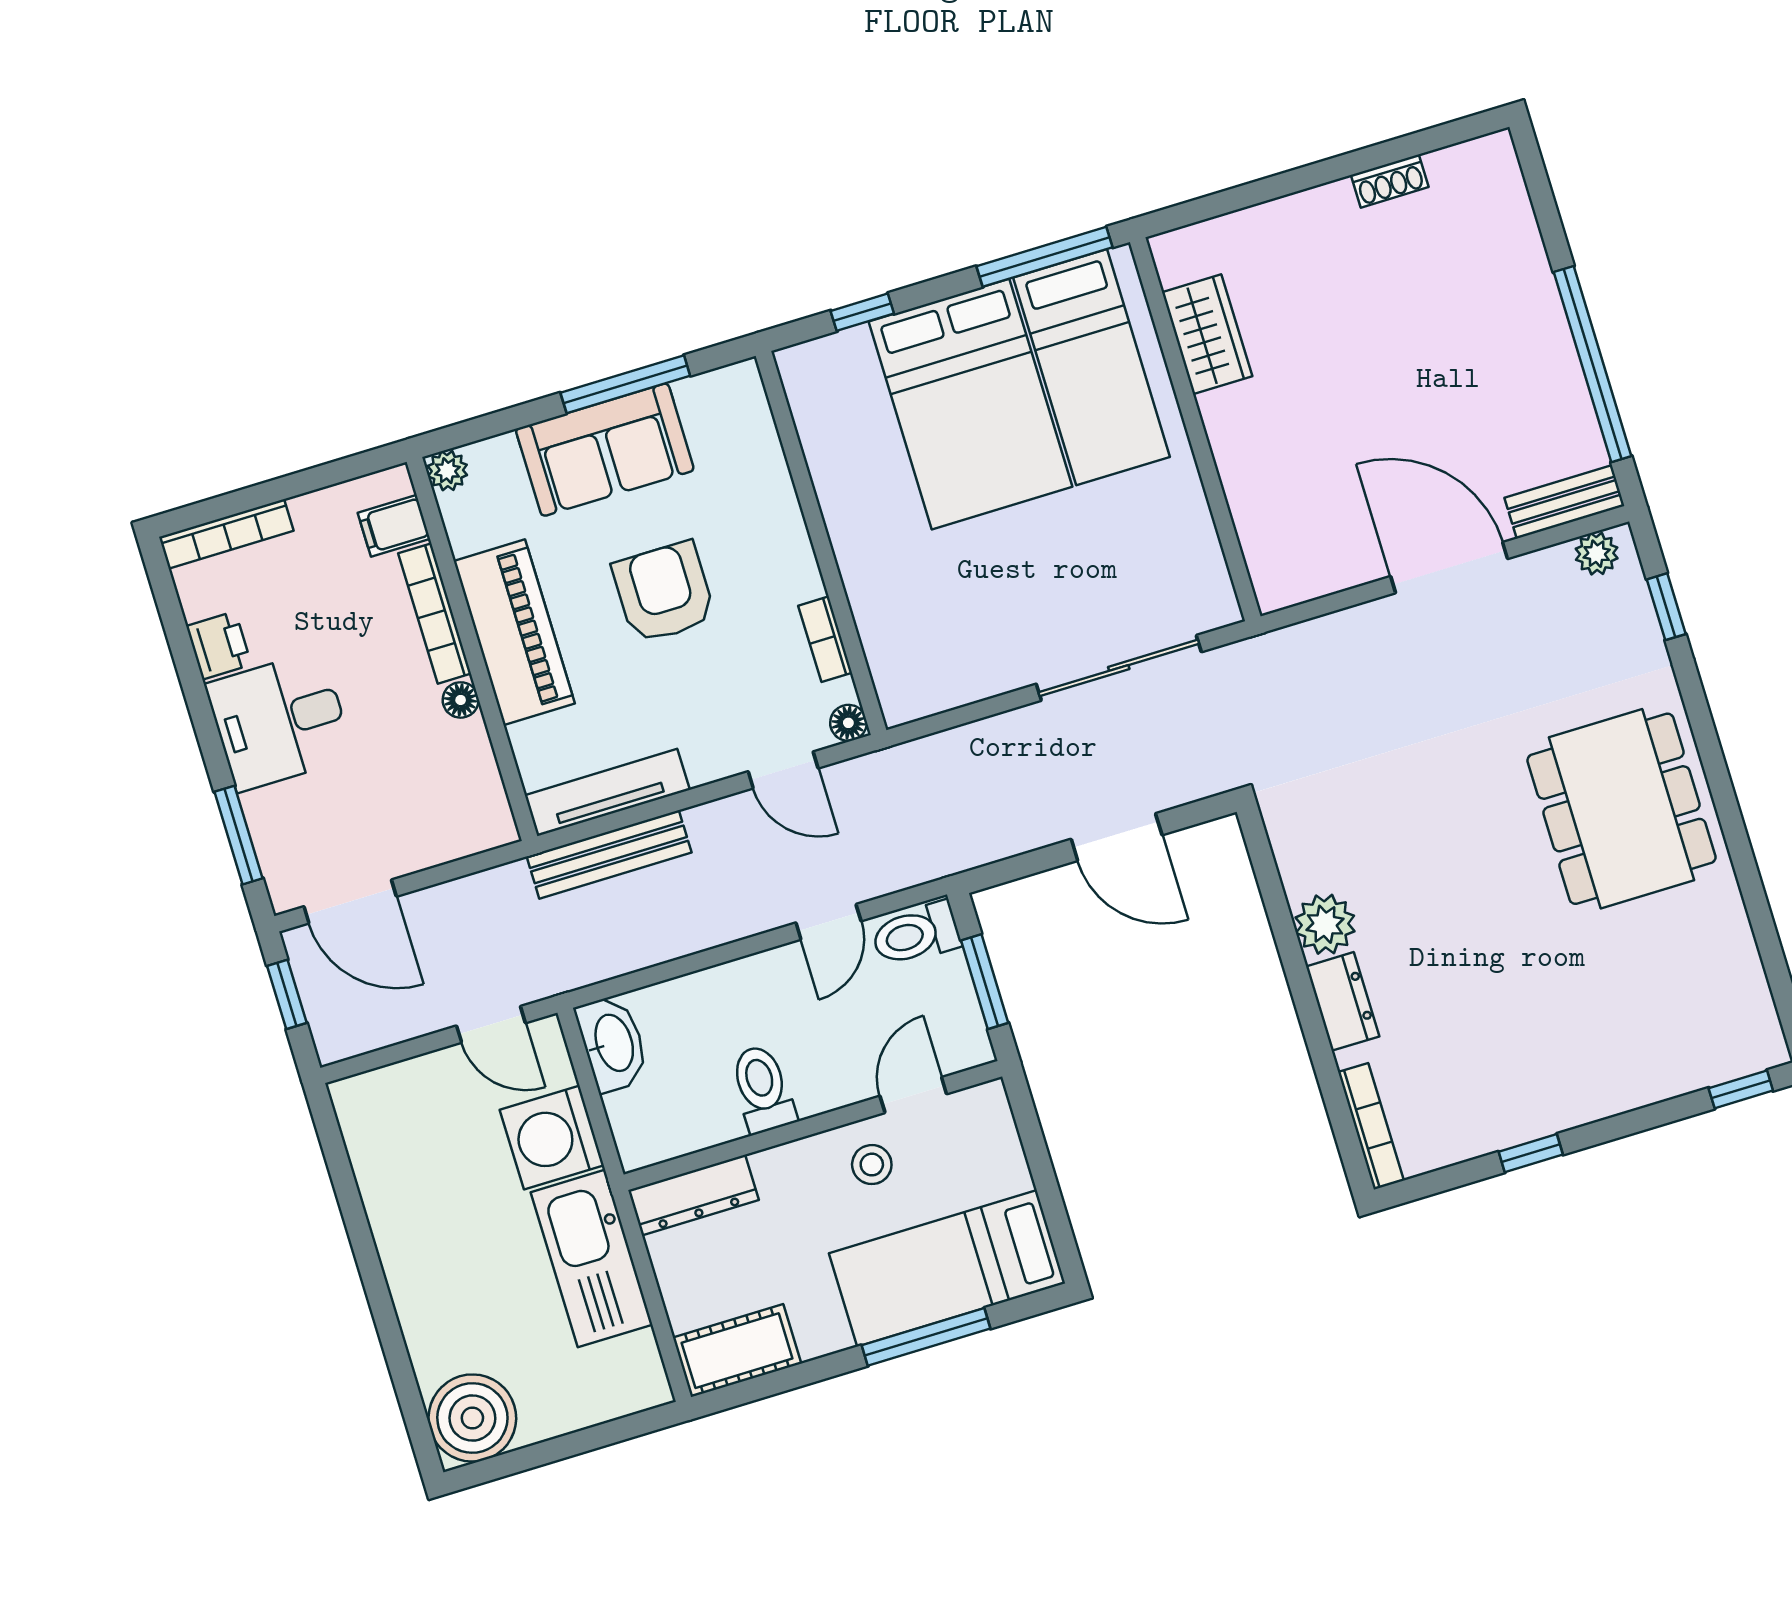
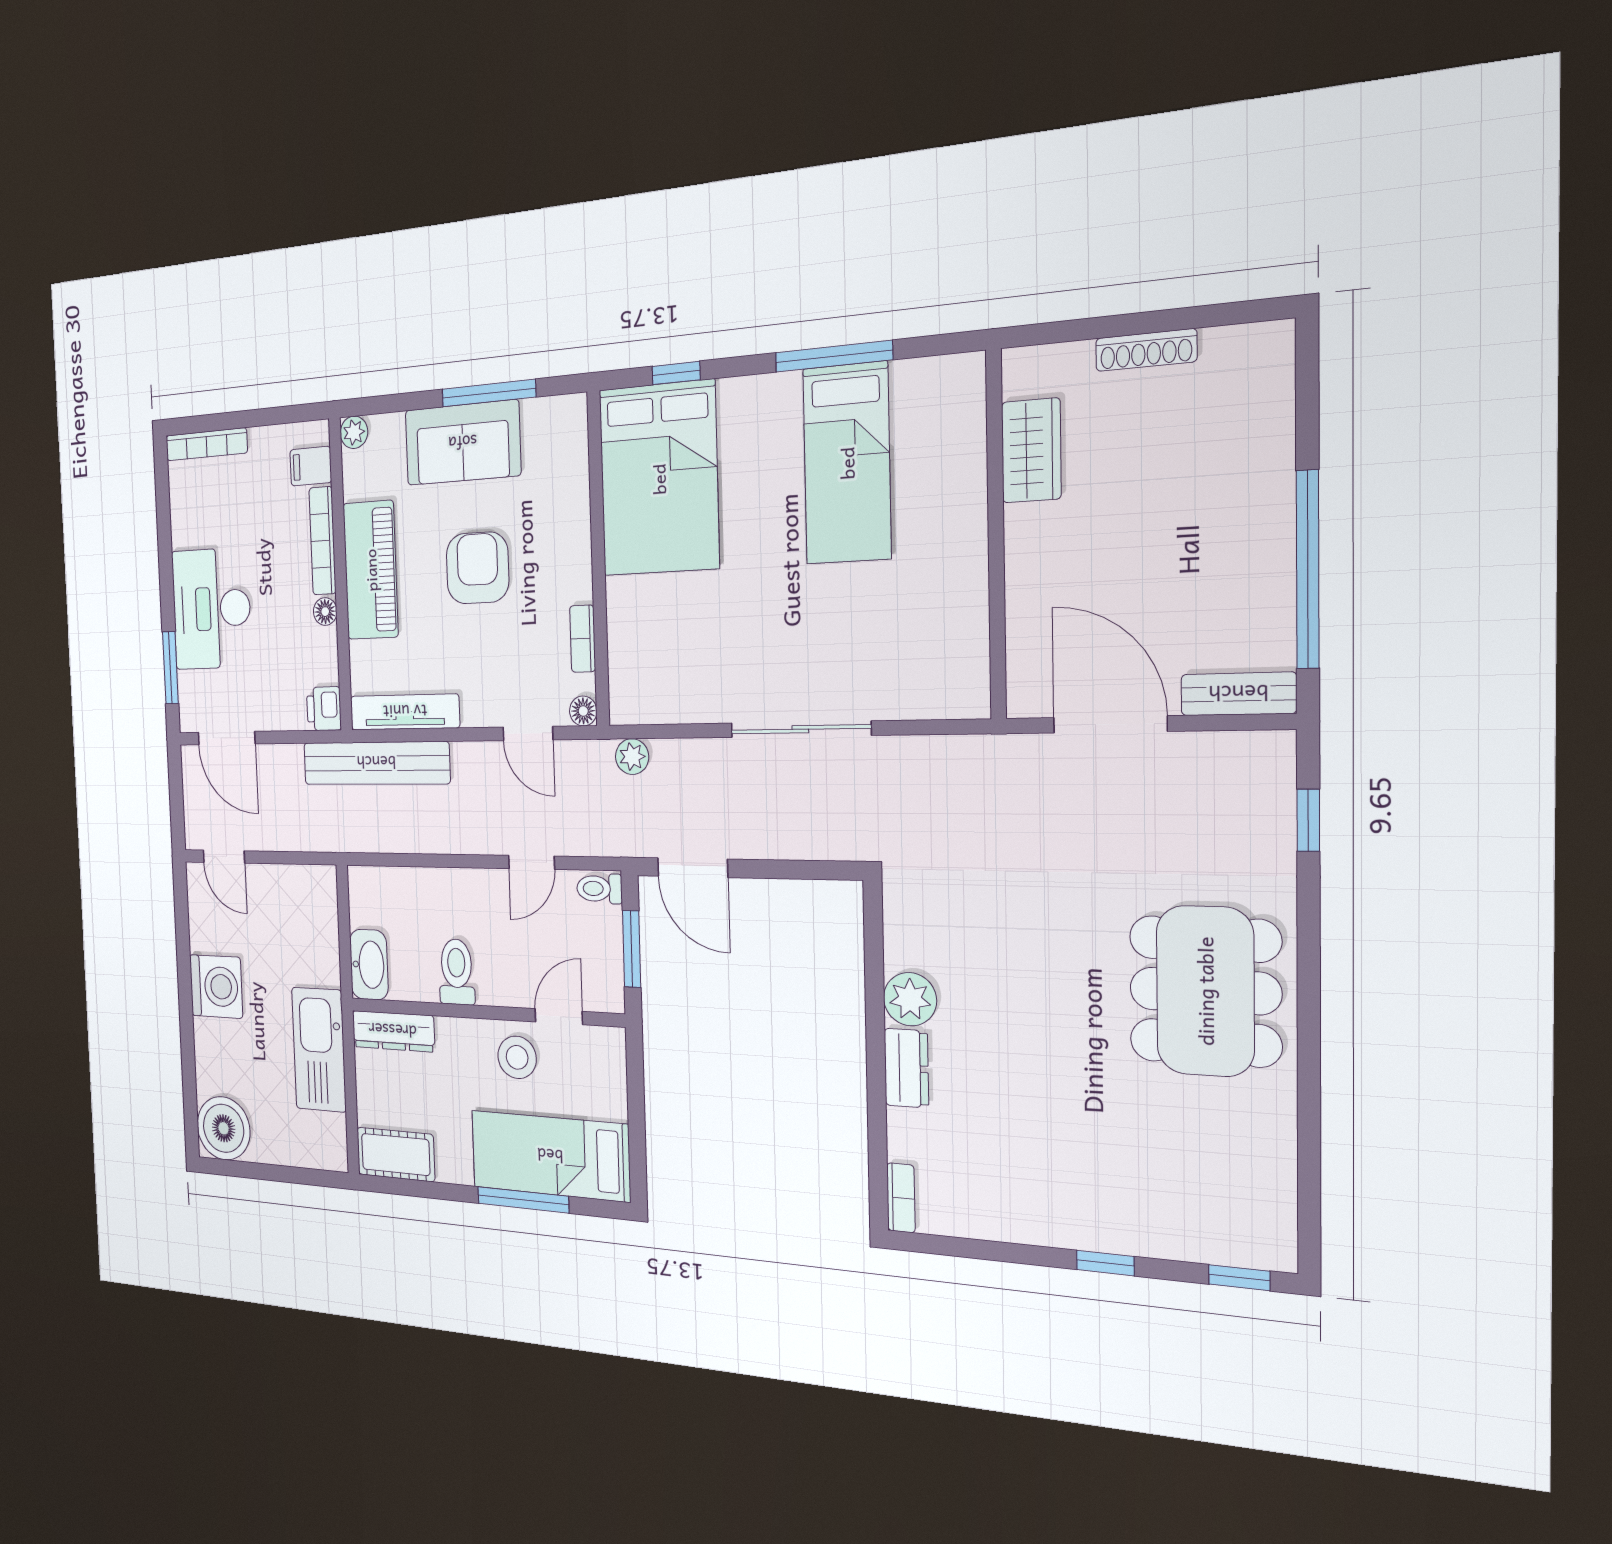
shoe rack: (1390, 181) -> (1146, 350), width x1.43
wardrobe: (1207, 334) -> (1031, 451), moved
bed: (970, 404) -> (659, 479), moved
wall: (1195, 429) -> (996, 535), moved
plant: (1597, 554) -> (632, 757), moved
printer: (219, 645) -> (324, 709), moved, turned 180
desk: (280, 721) -> (212, 609), width x1.37
door: (1117, 837) -> (693, 868), moved
bench: (609, 854) -> (376, 763), width x1.37, depth x1.21
toilet: (916, 934) -> (599, 889), width x0.73, depth x0.72
window: (287, 994) -> (176, 791), removed
door: (491, 1024) -> (224, 857), moved
washbasin: (613, 1043) -> (369, 965), moved
bookcase: (1371, 1126) -> (901, 1198), width x0.64
washing machine: (552, 1137) -> (216, 986), moved, turned 180
window: (1531, 1153) -> (1105, 1263), moved
stool: (872, 1165) -> (517, 1057), width x1.37, depth x1.37

